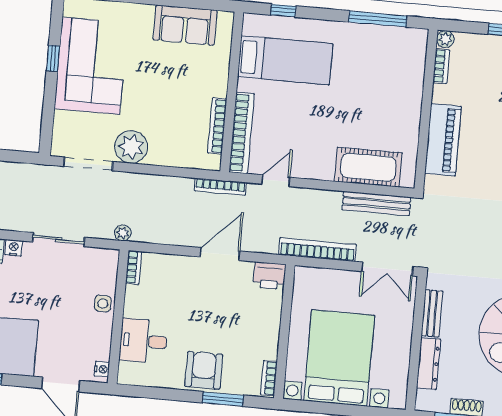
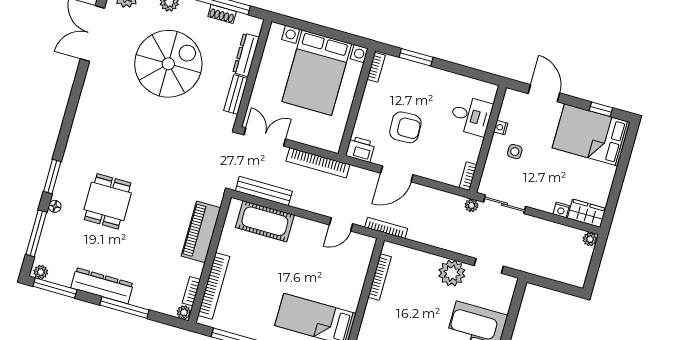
bookcase: (242, 133) -> (214, 286), moved, turned 180
doorway: (88, 164) -> (489, 266), width x0.73
sliding door: (59, 240) -> (505, 204), moved
side table: (103, 304) -> (515, 152), moved
nightstand: (102, 369) -> (501, 127), moved
armchair: (204, 370) -> (405, 127), moved, turned -92

